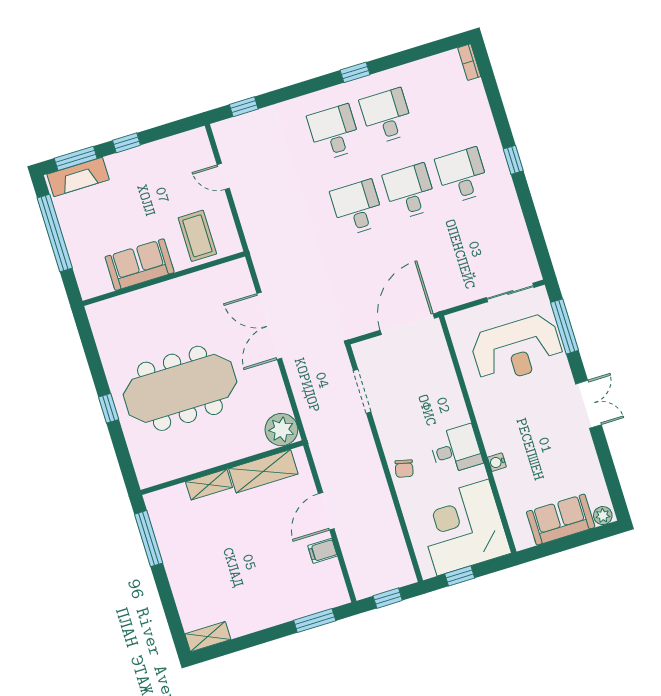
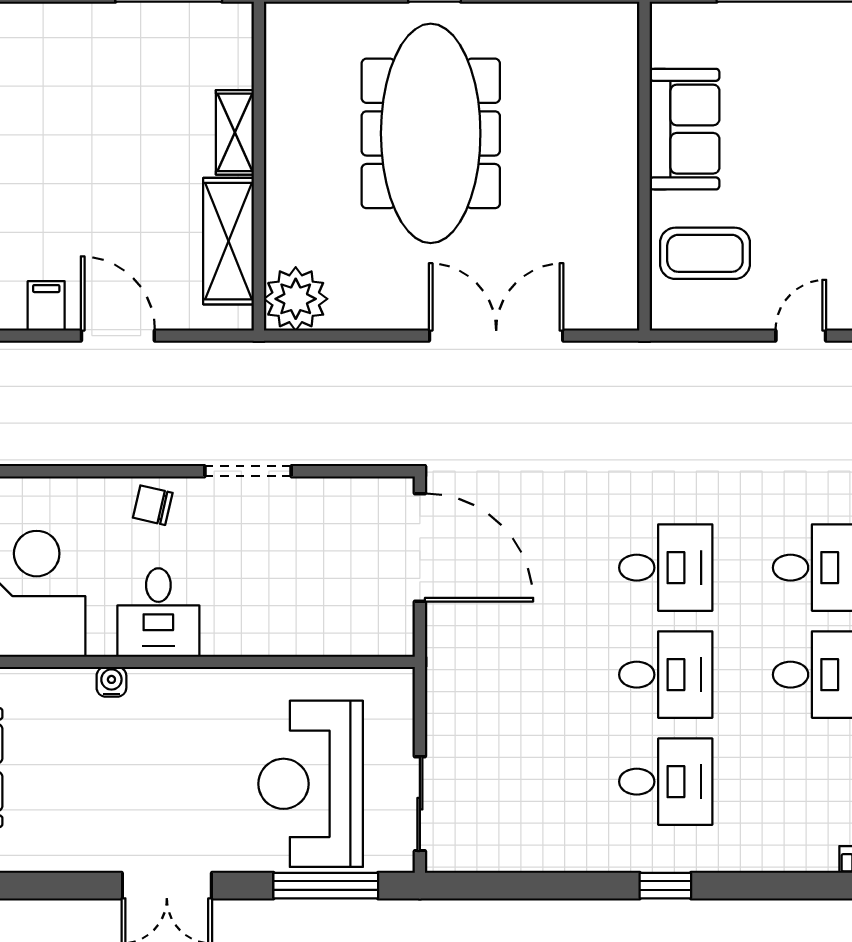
door: (407, 324) -> (420, 548), moved
doorway: (362, 391) -> (248, 471), moved

